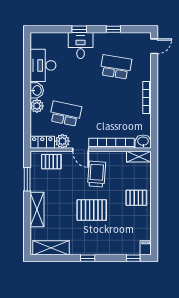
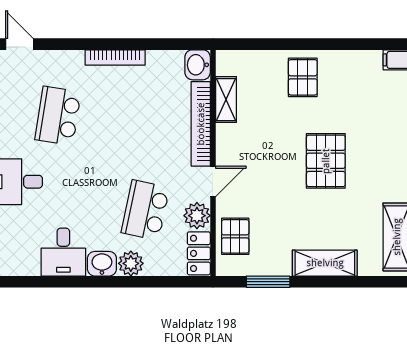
desk: (43, 65) -> (63, 252), width x0.73
shelving: (139, 157) -> (226, 100), moved
trolley: (97, 174) -> (258, 152), removed

